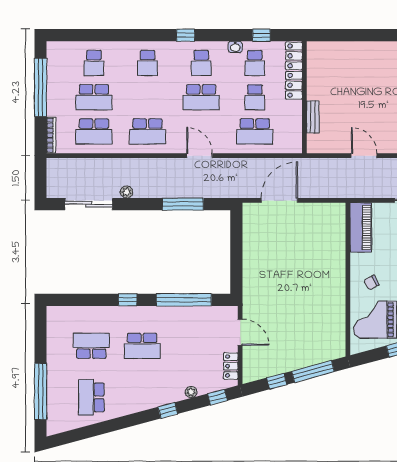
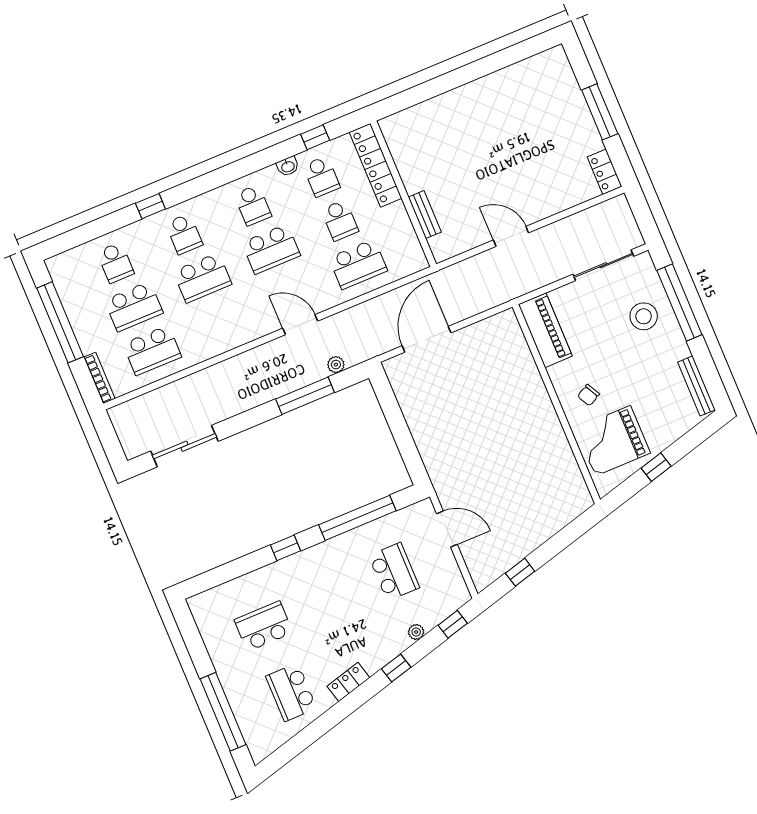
window: (186, 35) -> (150, 206), moved
school desk: (148, 131) -> (202, 278), moved
plant: (127, 192) -> (336, 365), moved
school desk: (142, 346) -> (394, 572), moved, turned -90
locker: (231, 366) -> (348, 682), moved, turned 75
window: (313, 372) -> (561, 540), removed

